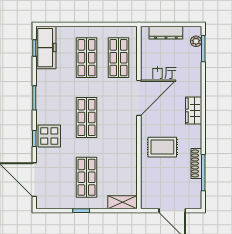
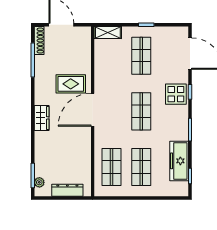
freezer: (46, 48) -> (179, 161), moved
door: (139, 98) -> (93, 110), moved
shoe rack: (196, 163) -> (39, 41), moved

